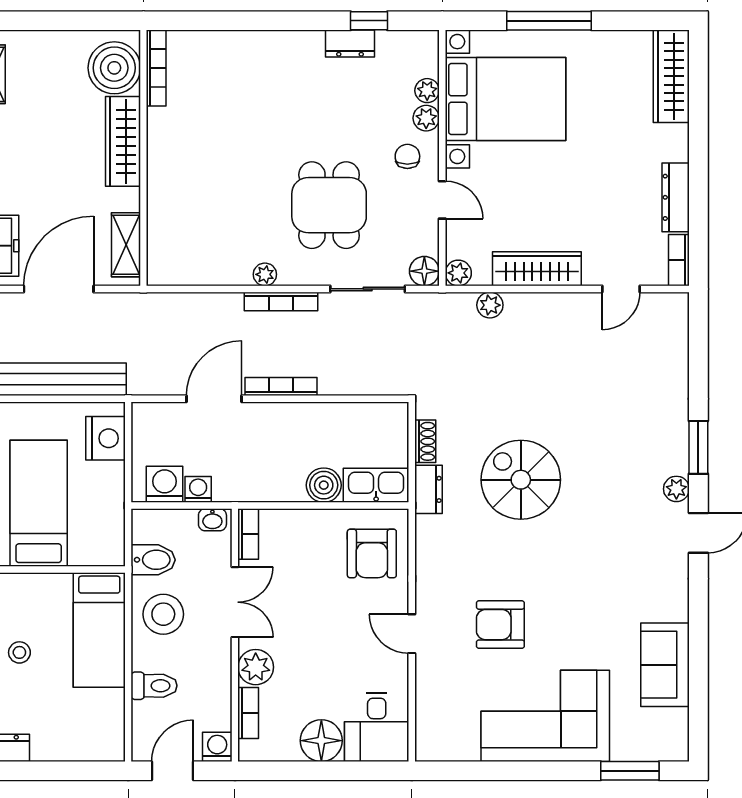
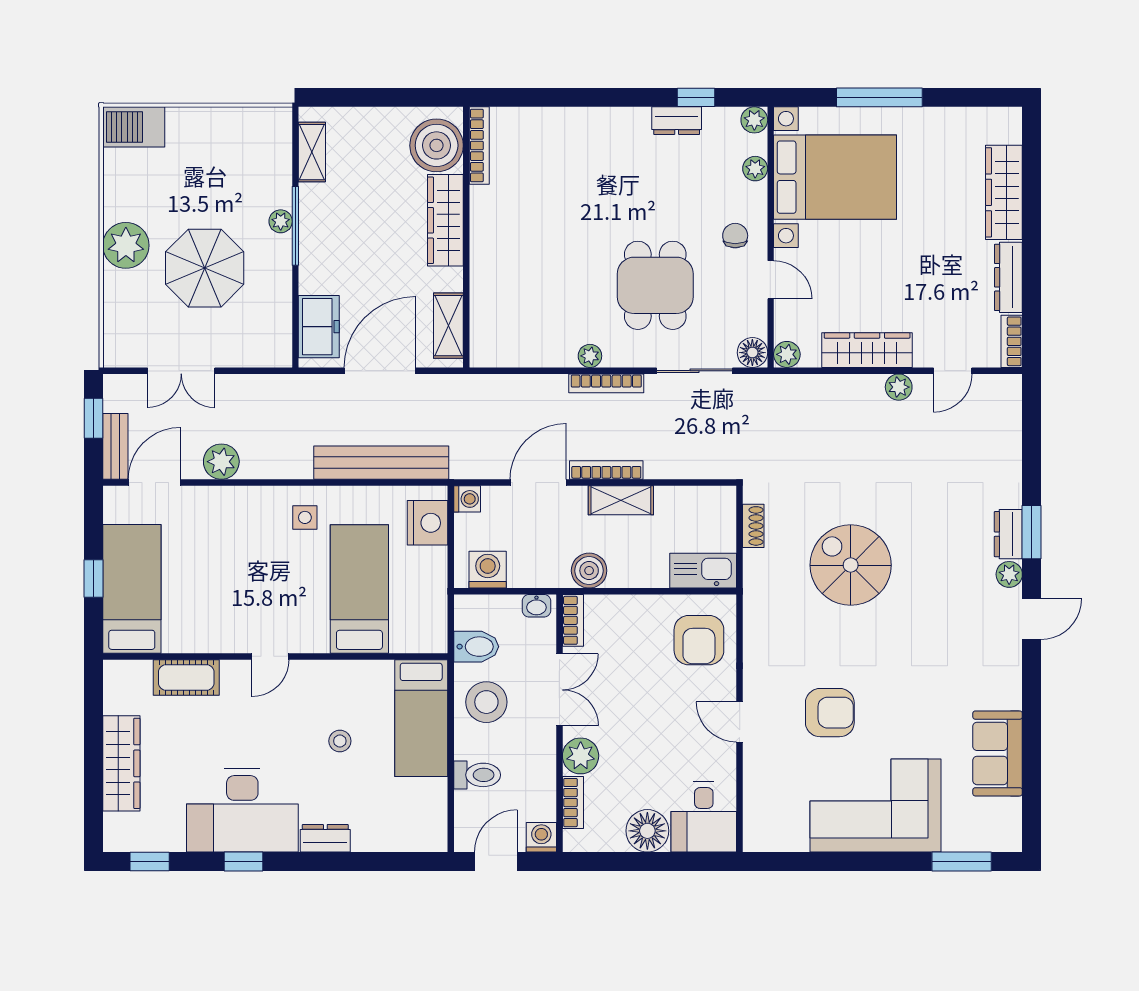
wardrobe: (671, 76) -> (1004, 192), moved
plant: (426, 118) -> (754, 120), moved
plant: (490, 305) -> (899, 387), moved
shelving: (295, 416) -> (621, 500), added
boiler: (324, 485) -> (589, 571), moved
washing machine: (198, 489) -> (467, 499), moved, turned 90
dresser: (428, 489) -> (1008, 534), moved, turned 180
armchair: (500, 625) -> (830, 713), turned 180

